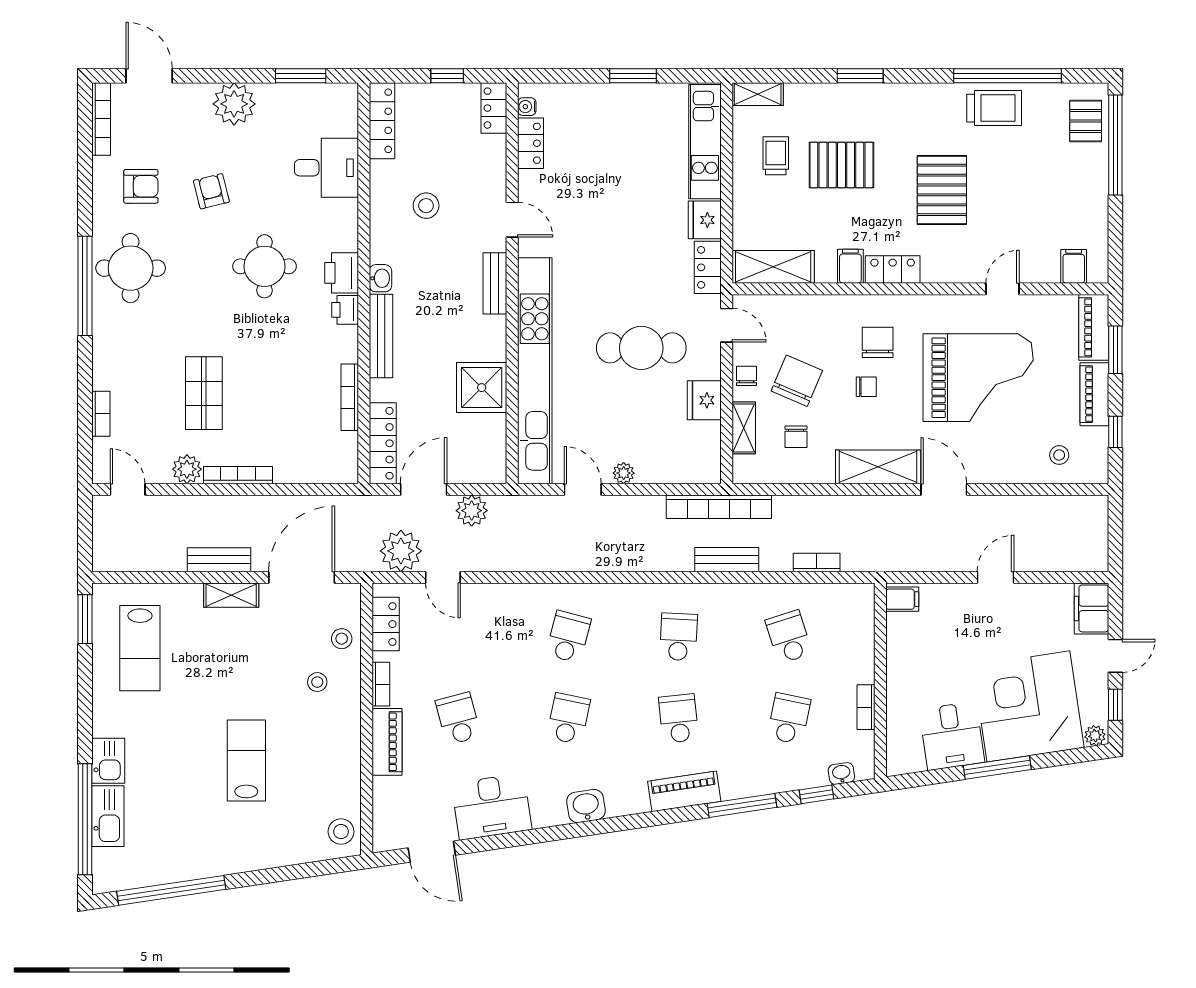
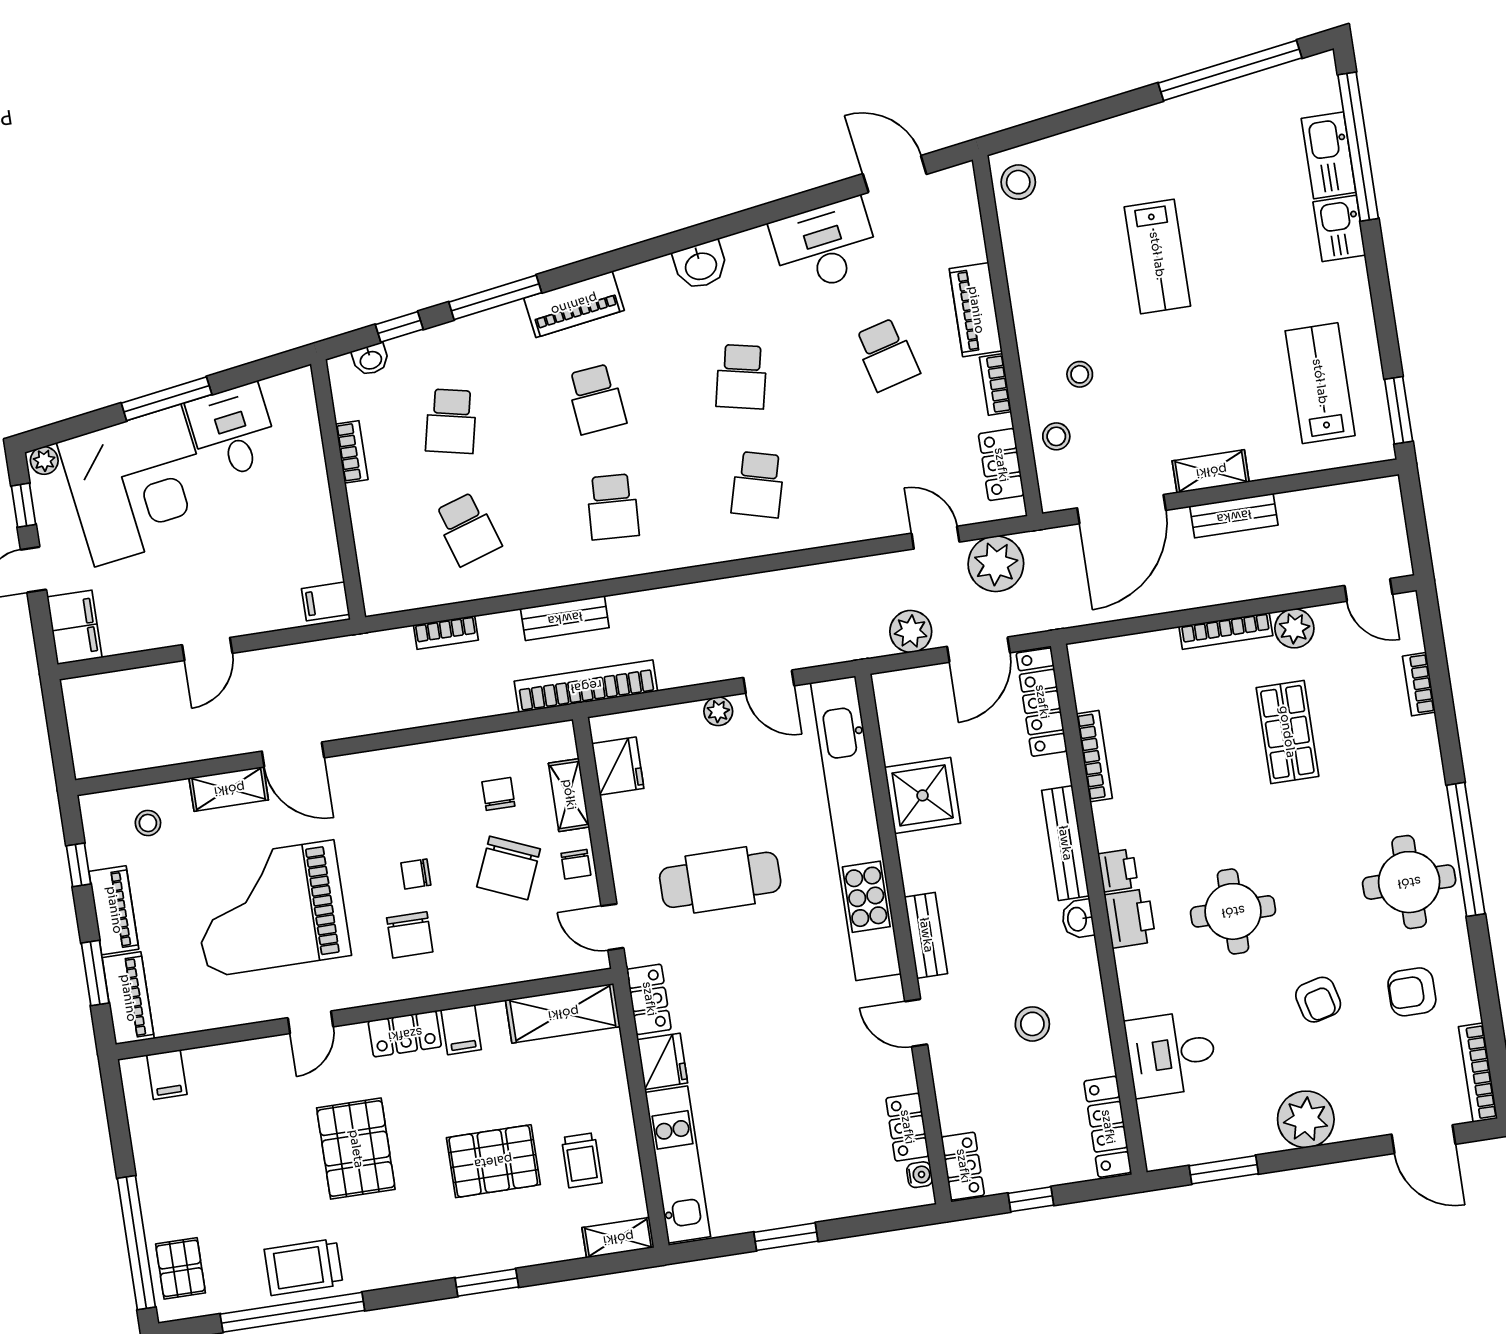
door: (1003, 289) -> (311, 1022), moved
fridge: (704, 400) -> (618, 766), moved
shelving: (878, 467) -> (229, 789), moved, width x0.67, depth x0.75

